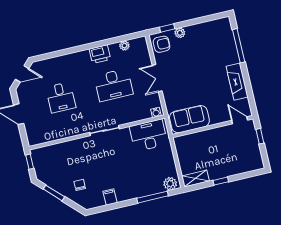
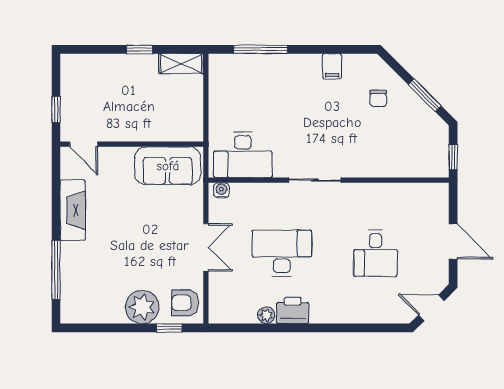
plant: (180, 33) -> (142, 307), width x1.88, depth x1.88
plant: (124, 46) -> (266, 315), moved
desk: (61, 97) -> (375, 253), turned 180
plant: (170, 184) -> (226, 65), removed

